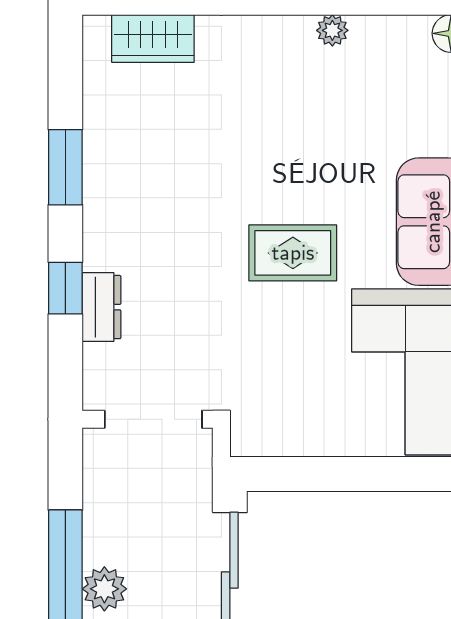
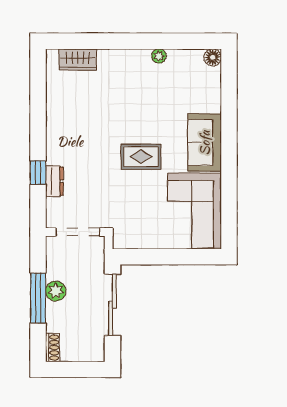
window: (65, 167) -> (38, 118), removed
plant: (104, 589) -> (56, 291), moved

